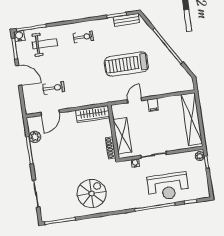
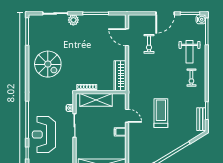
weight bench: (45, 44) -> (190, 52), moved
treadmill: (126, 64) -> (161, 113), width x0.73, depth x0.73
plant: (35, 137) -> (73, 20), moved

